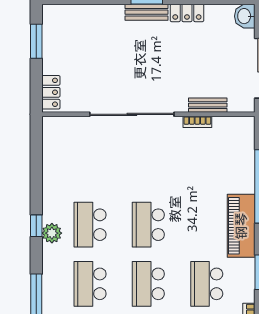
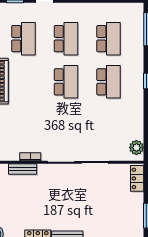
plant: (52, 233) -> (136, 148), moved

